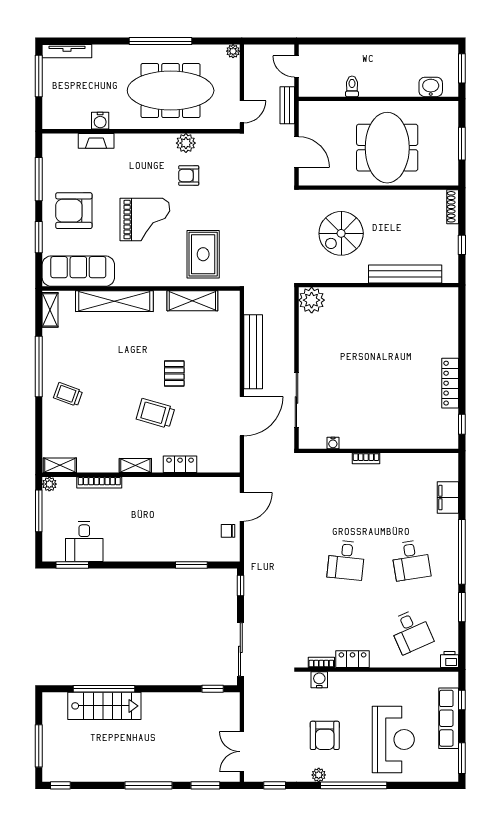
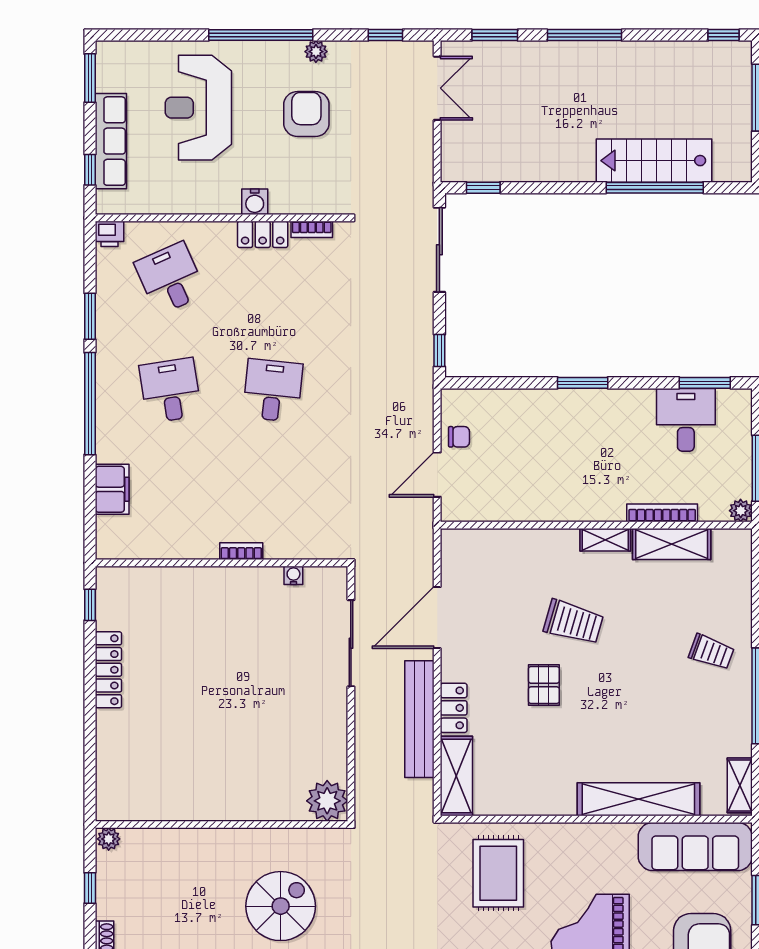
bench: (405, 274) -> (180, 842), removed
plant: (450, 276) -> (109, 839), added
shelving: (192, 301) -> (456, 776), moved, turned 90
locker: (180, 464) -> (454, 708), moved, turned -90
shelving: (60, 465) -> (672, 544), moved, width x1.50, depth x1.33
window: (191, 565) -> (583, 383), moved
water cooler: (319, 680) -> (255, 202), moved

